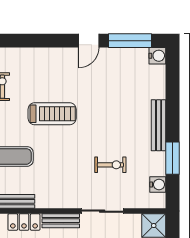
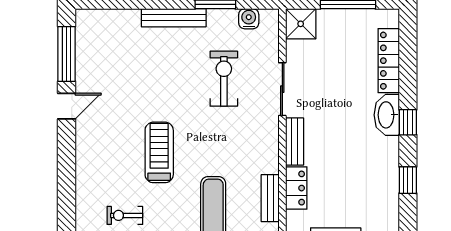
door: (89, 41) -> (67, 106), hinge flipped
water cooler: (157, 56) -> (86, 19), removed
exercise bike: (110, 165) -> (224, 79), width x1.38, depth x1.39

